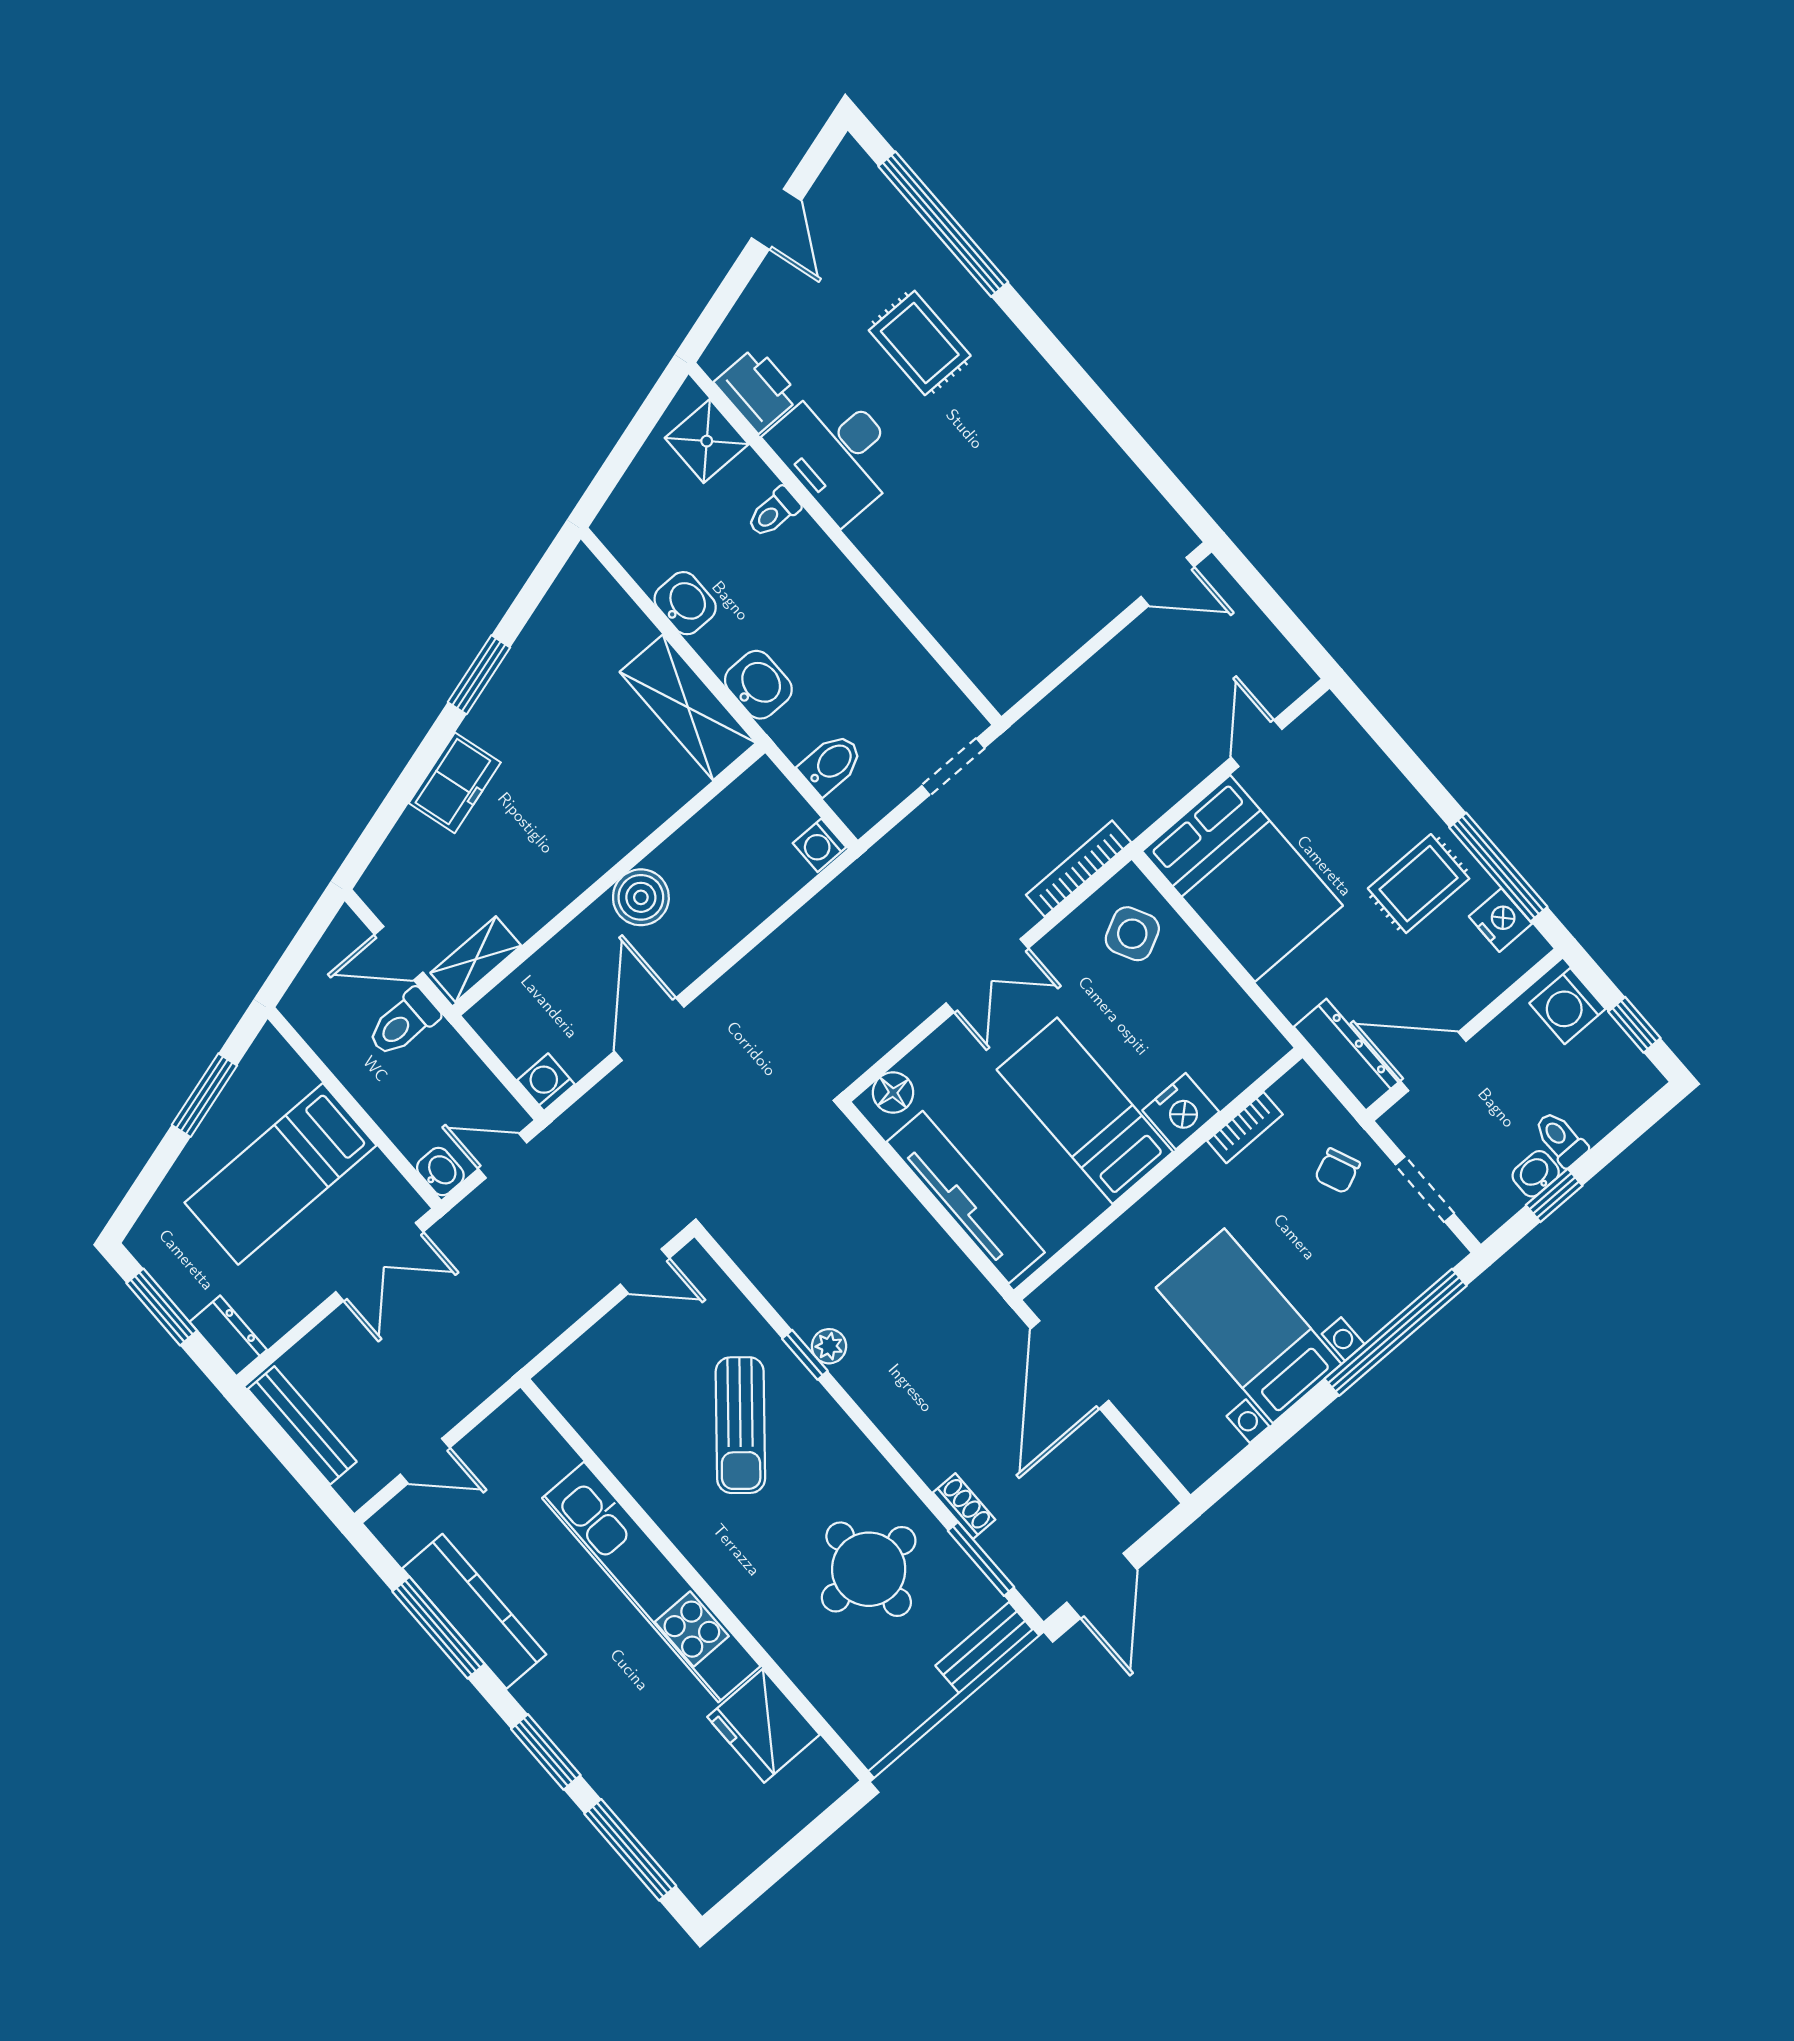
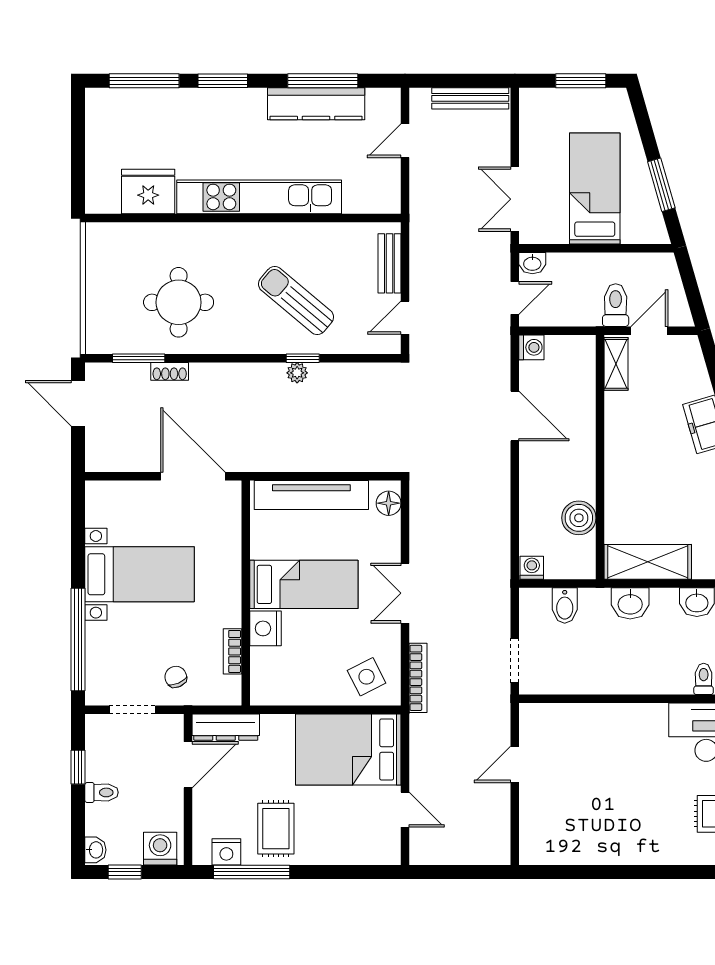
door: (1167, 582) -> (515, 764), moved
boiler: (641, 897) -> (579, 518), moved
washbasin: (1536, 1174) -> (95, 850), moved
dresser: (228, 1336) -> (541, 100), removed
bench: (984, 1648) -> (389, 263), moved

